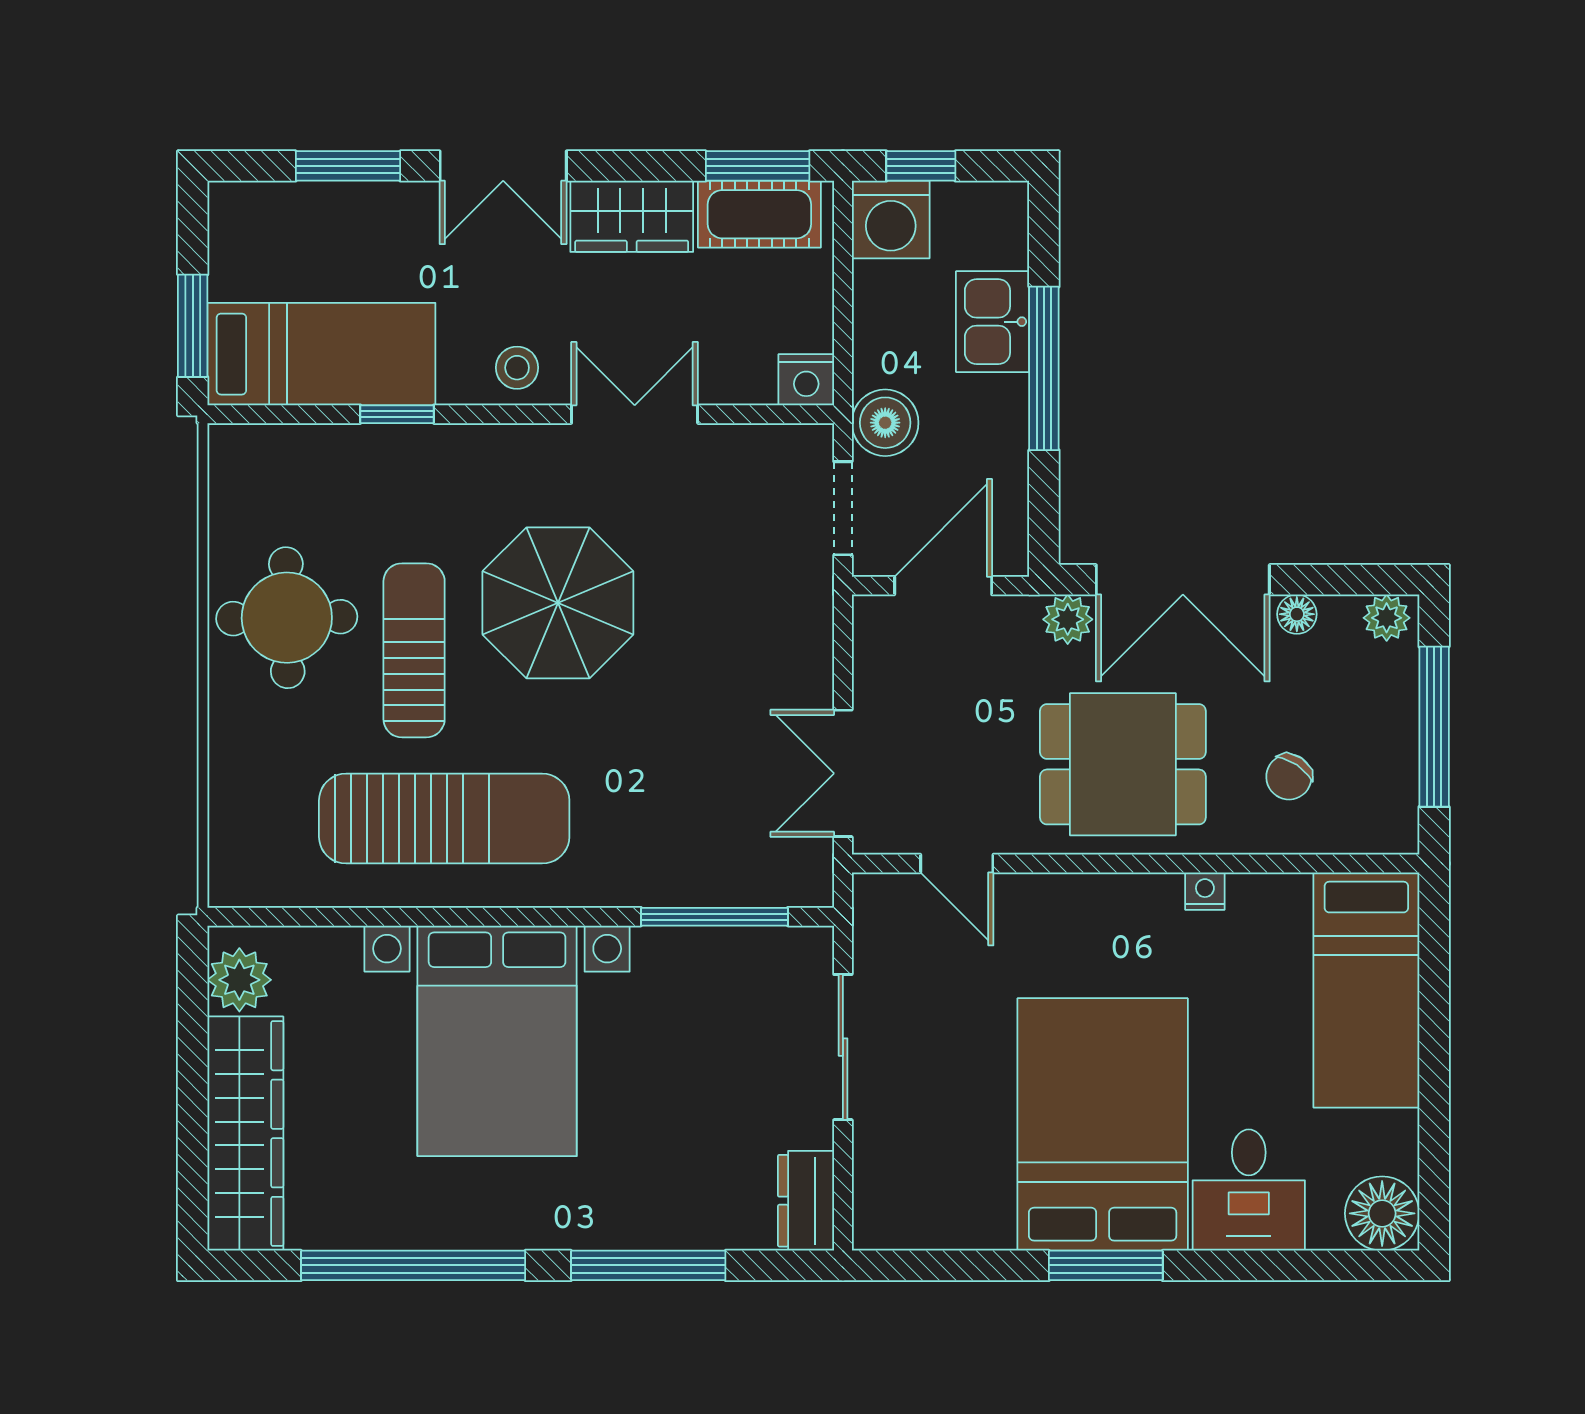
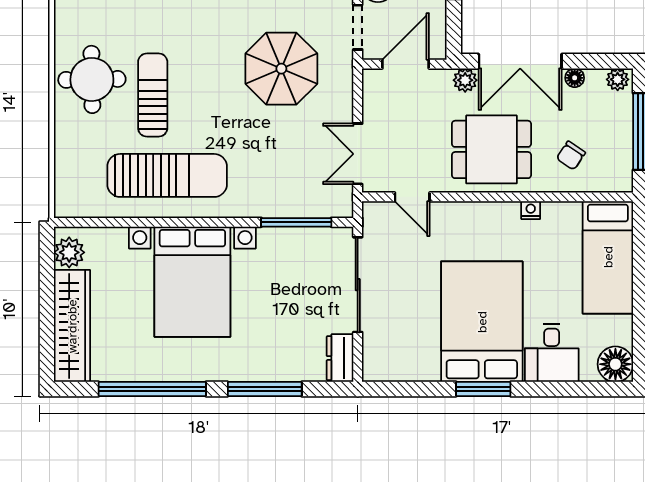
parasol: (558, 603) -> (281, 69), moved
sliding door: (843, 1047) -> (358, 285), width x1.37

